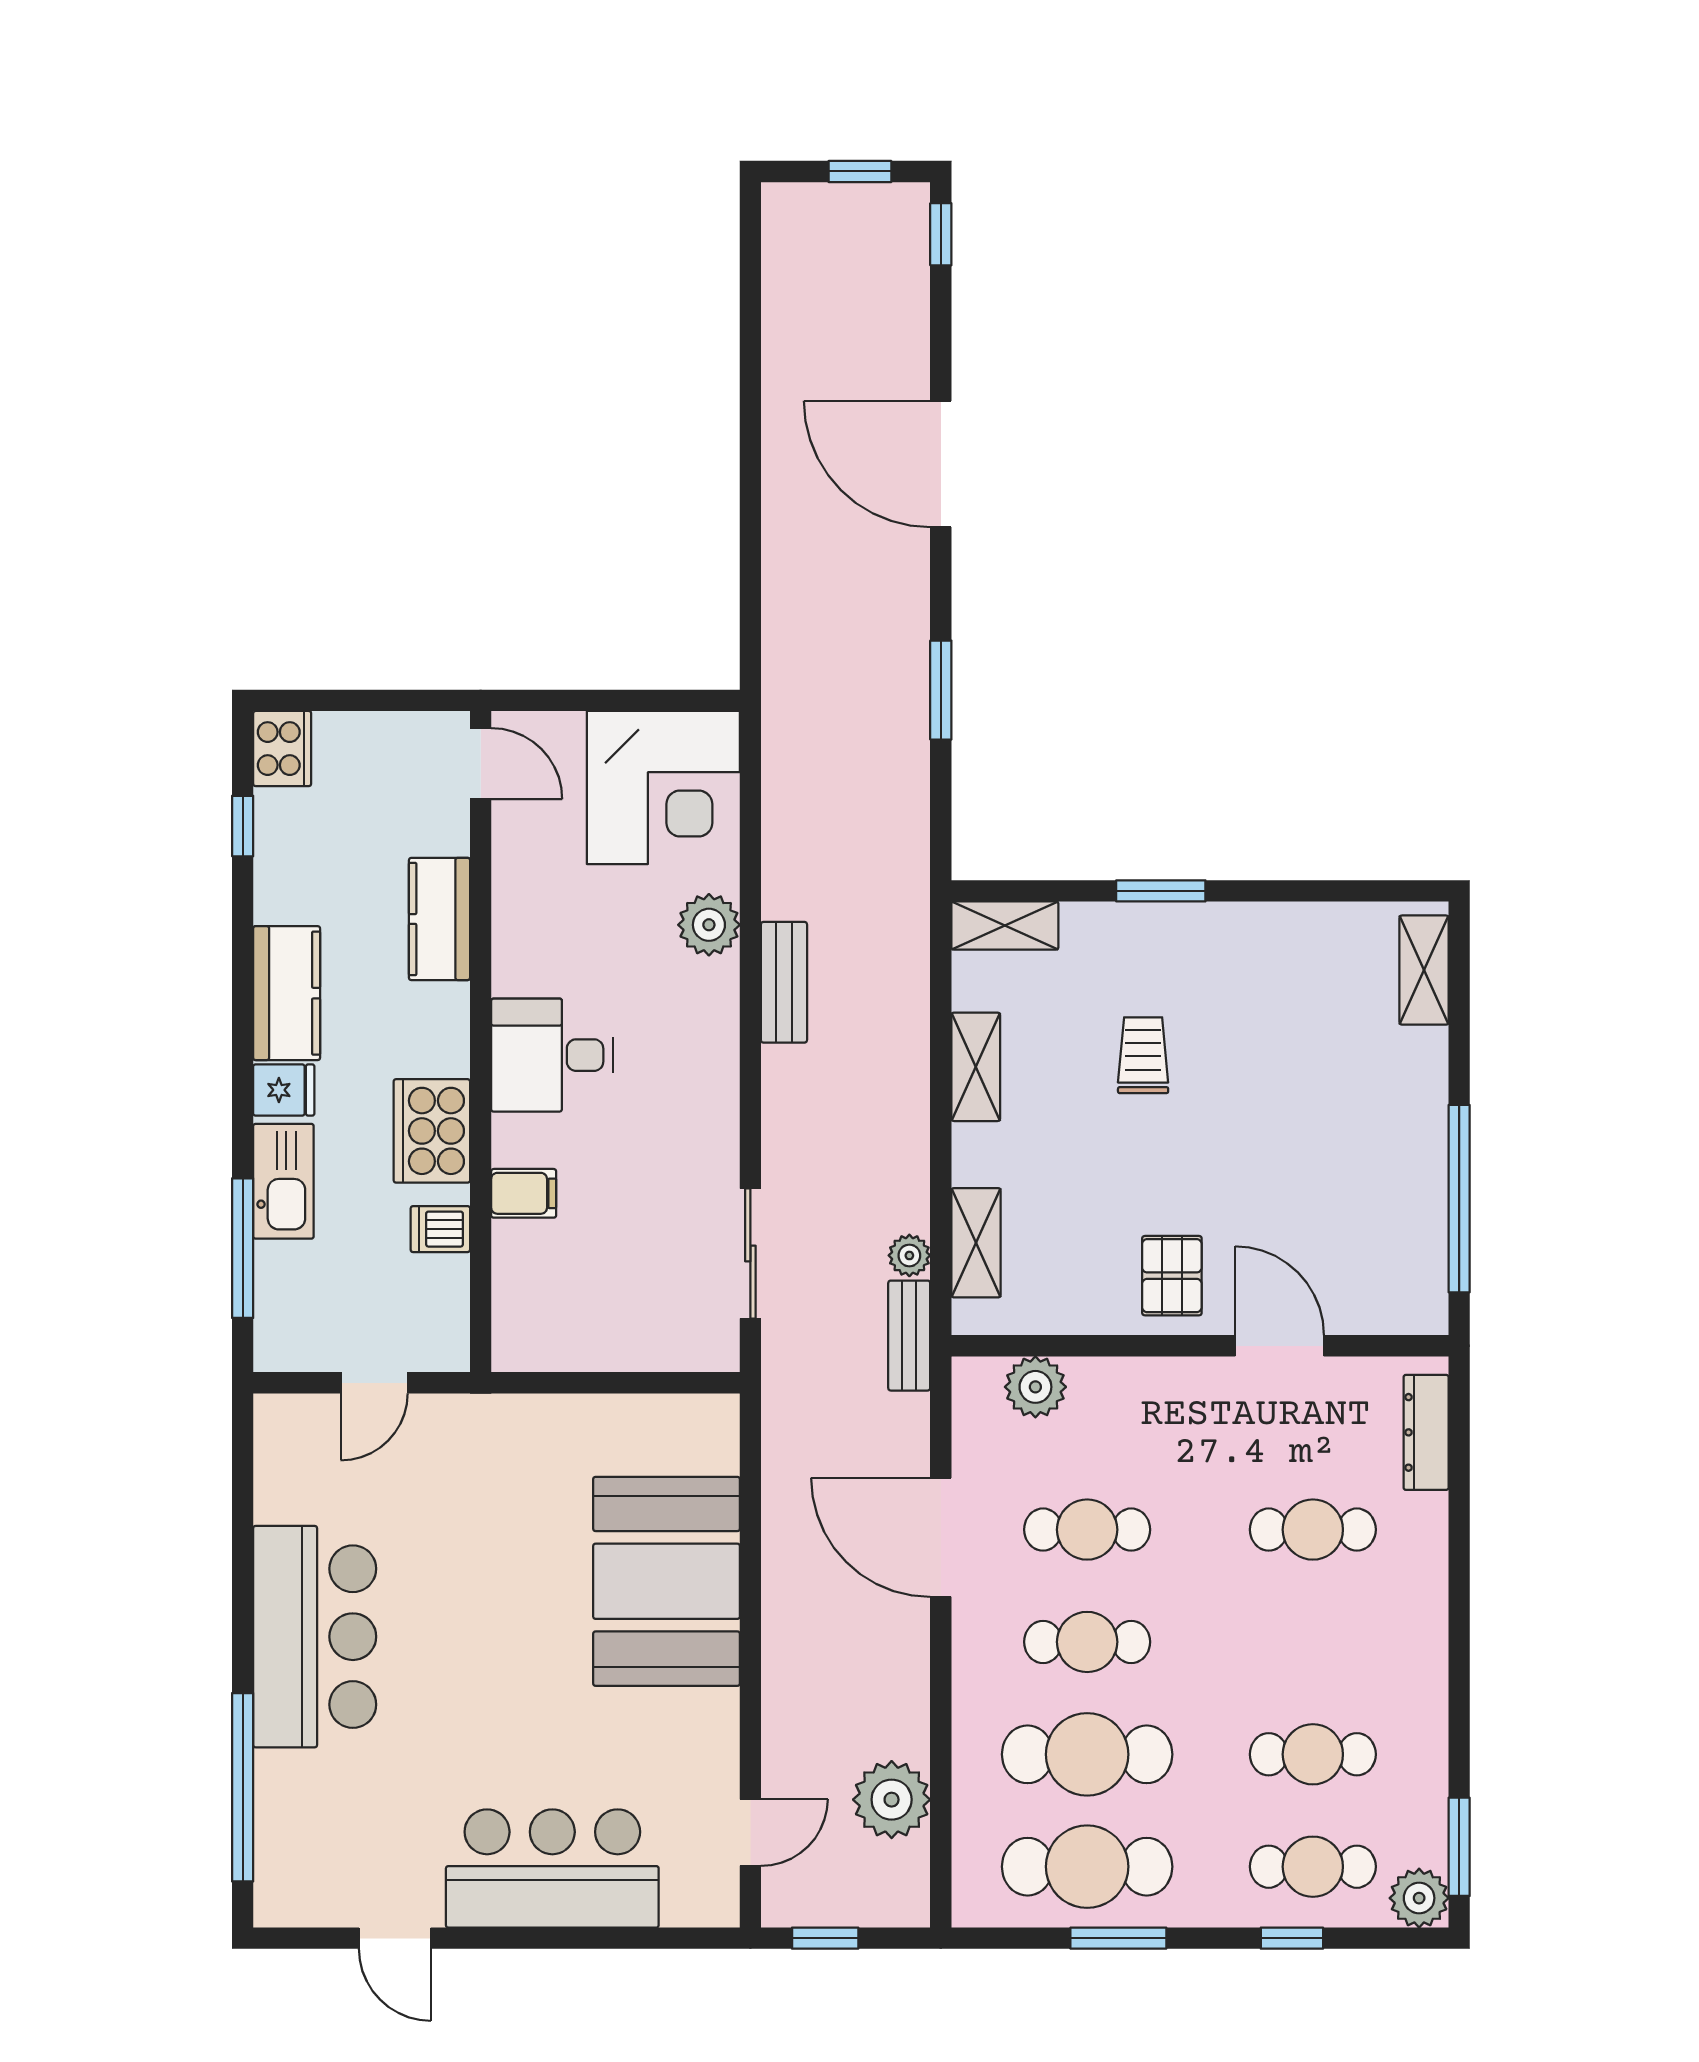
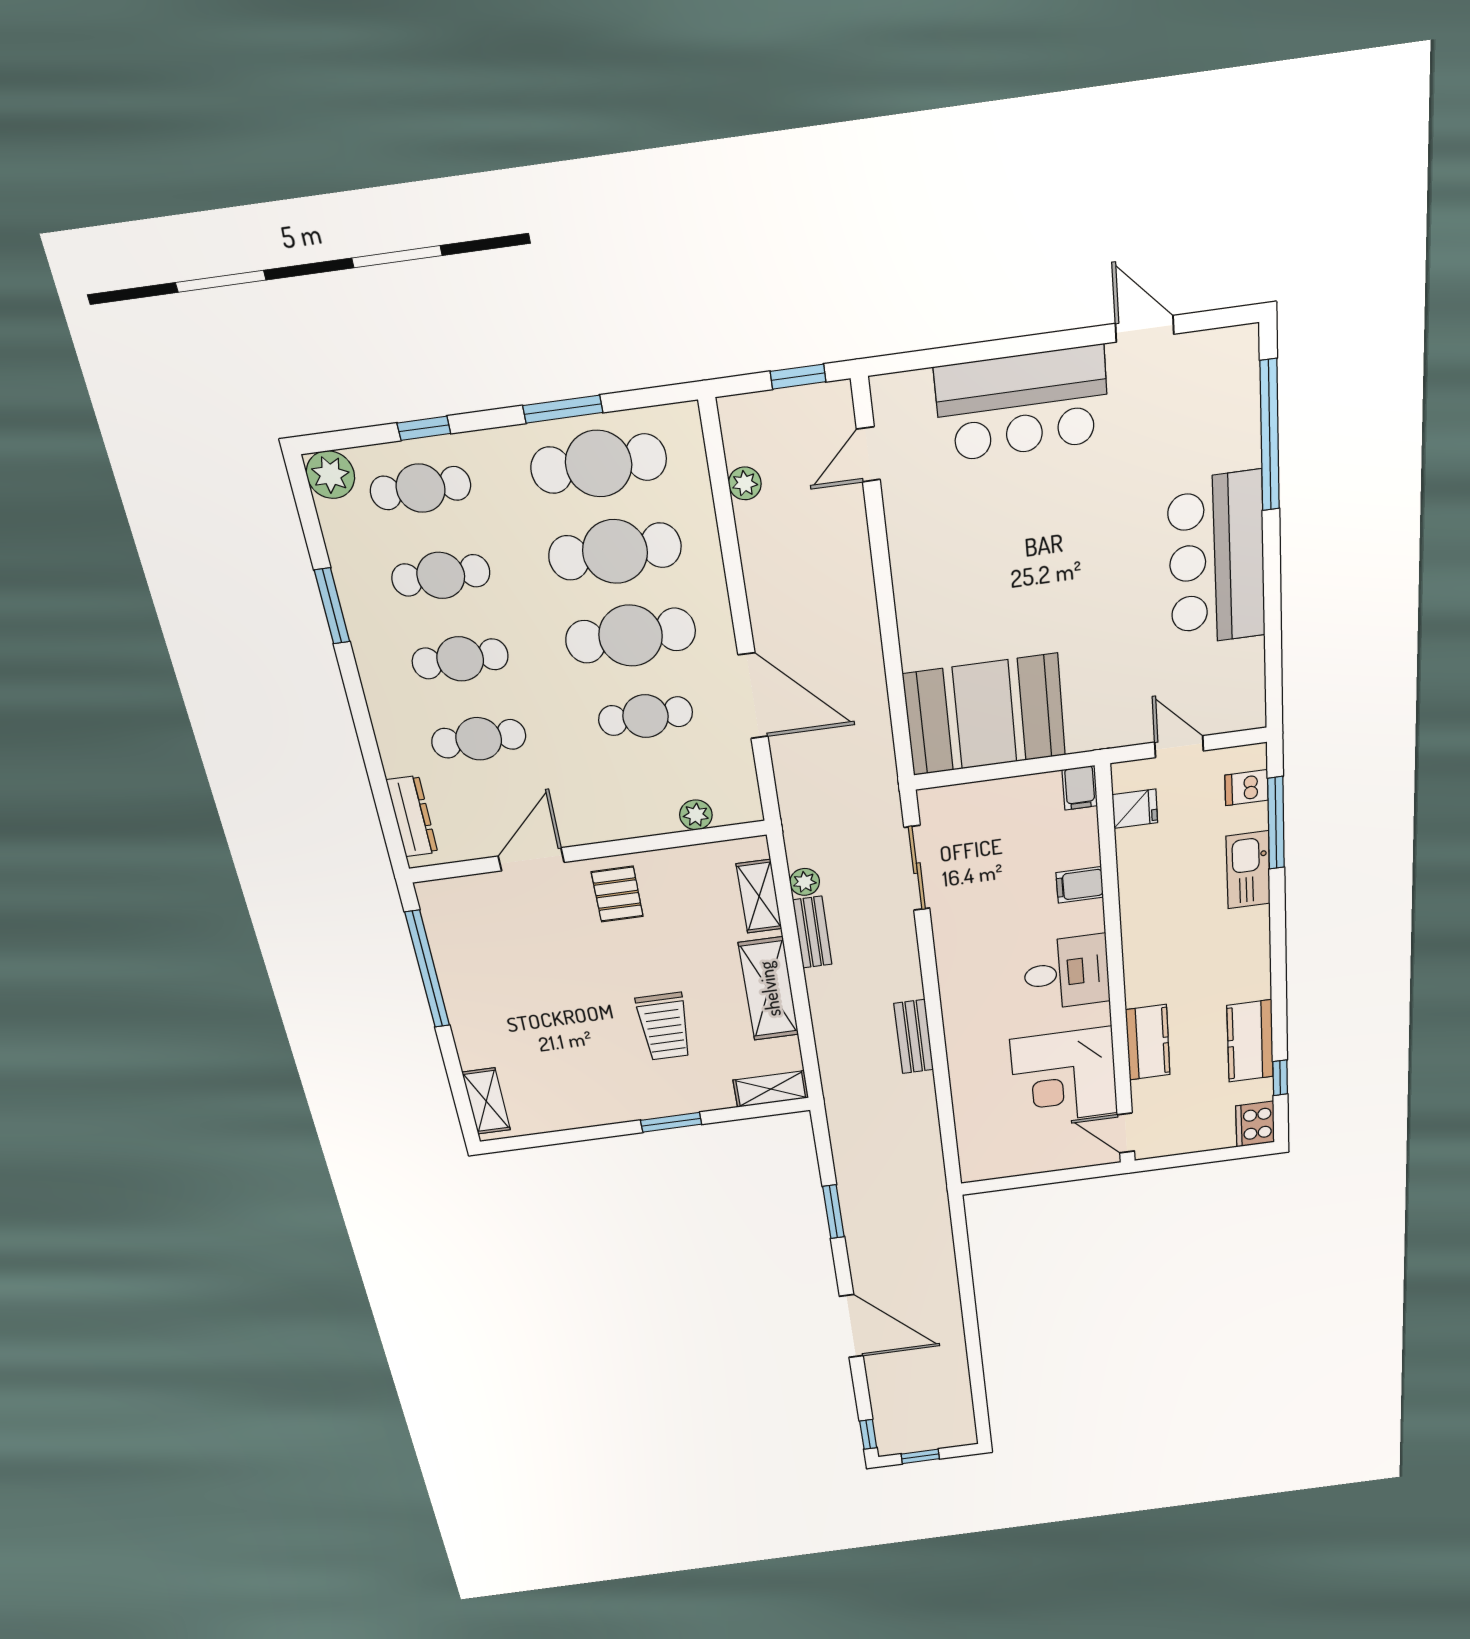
corner desk: (663, 788) -> (1064, 1076), moved, turned -90
plant: (709, 925) -> (968, 1063), removed
kitchen counter: (287, 993) -> (1250, 1041), moved
trolley: (1143, 1055) -> (664, 1026), width x1.36, depth x1.39
shelving: (976, 1067) -> (769, 989), width x1.50, depth x1.33
fridge: (284, 1090) -> (1135, 809), moved, turned 180
cooker: (432, 1131) -> (1146, 915), removed
dishwasher: (440, 1229) -> (1247, 788), moved, turned 180
bench: (909, 1336) -> (812, 932), moved
filing cabinet: (514, 1342) -> (1080, 788), added
door: (1279, 1346) -> (531, 859), swing flipped
door: (374, 1383) -> (1179, 747), hinge flipped
plant: (1035, 1387) -> (696, 815), width x0.73, depth x0.73
booth: (666, 1581) -> (985, 715), moved, turned 90
cafe table: (1087, 1642) -> (631, 636), width x1.37, depth x1.35
cafe table: (1313, 1642) -> (460, 659), added
plant: (892, 1800) -> (745, 483), width x0.53, depth x0.53
window: (1459, 1847) -> (332, 606), moved

